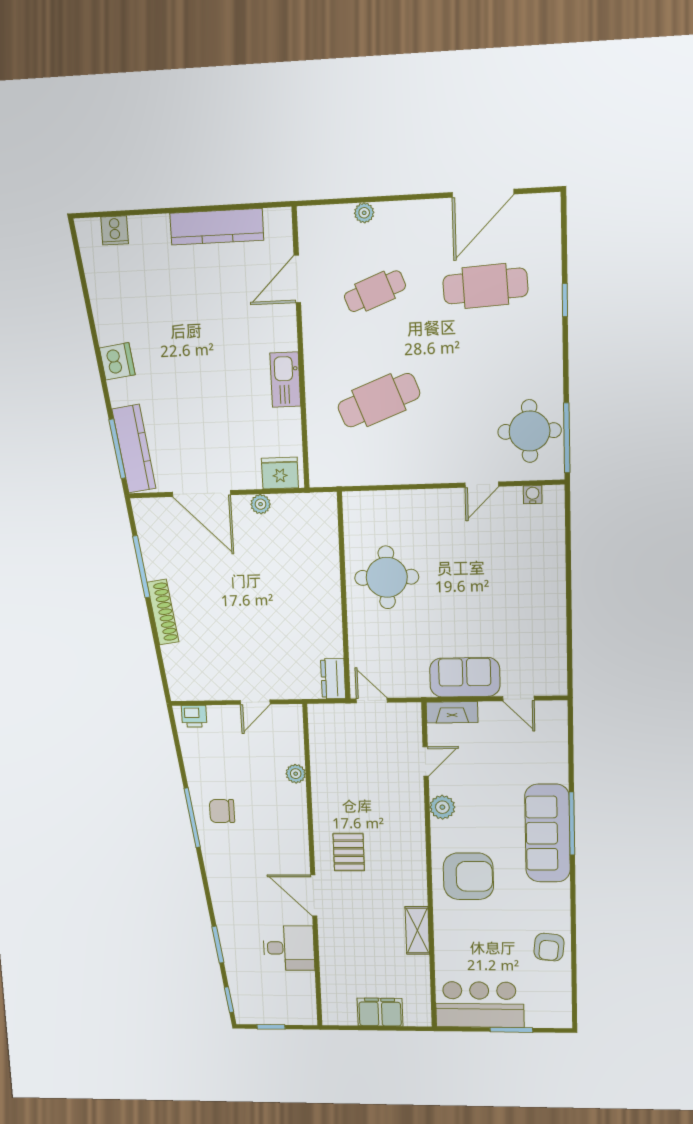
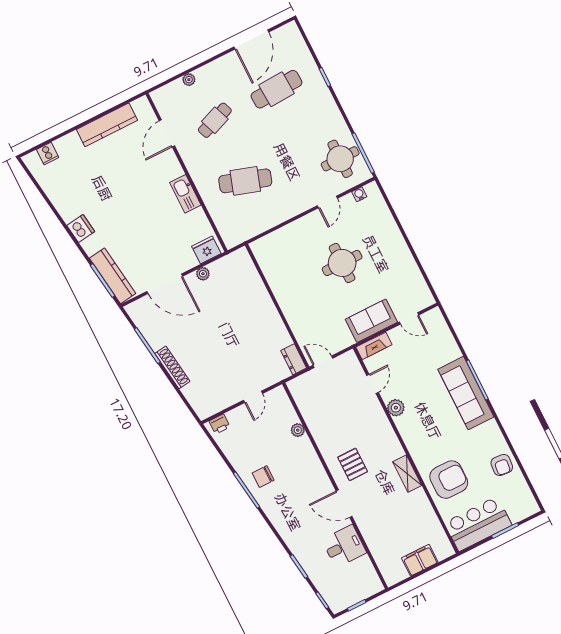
cafe table: (379, 400) -> (245, 181), turned 39
round table: (387, 577) -> (342, 263), moved
armchair: (468, 876) -> (449, 480), moved
shelving: (417, 930) -> (407, 474), moved

